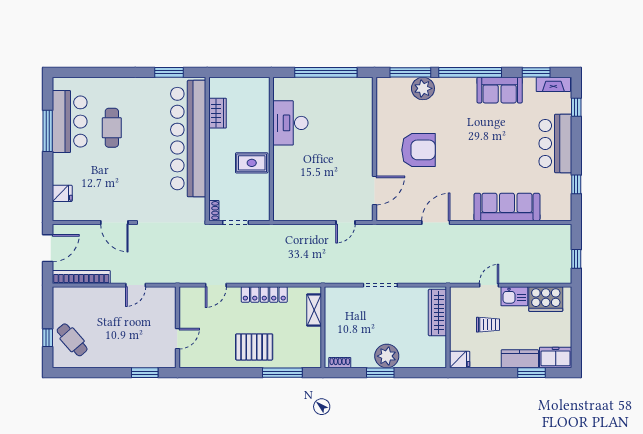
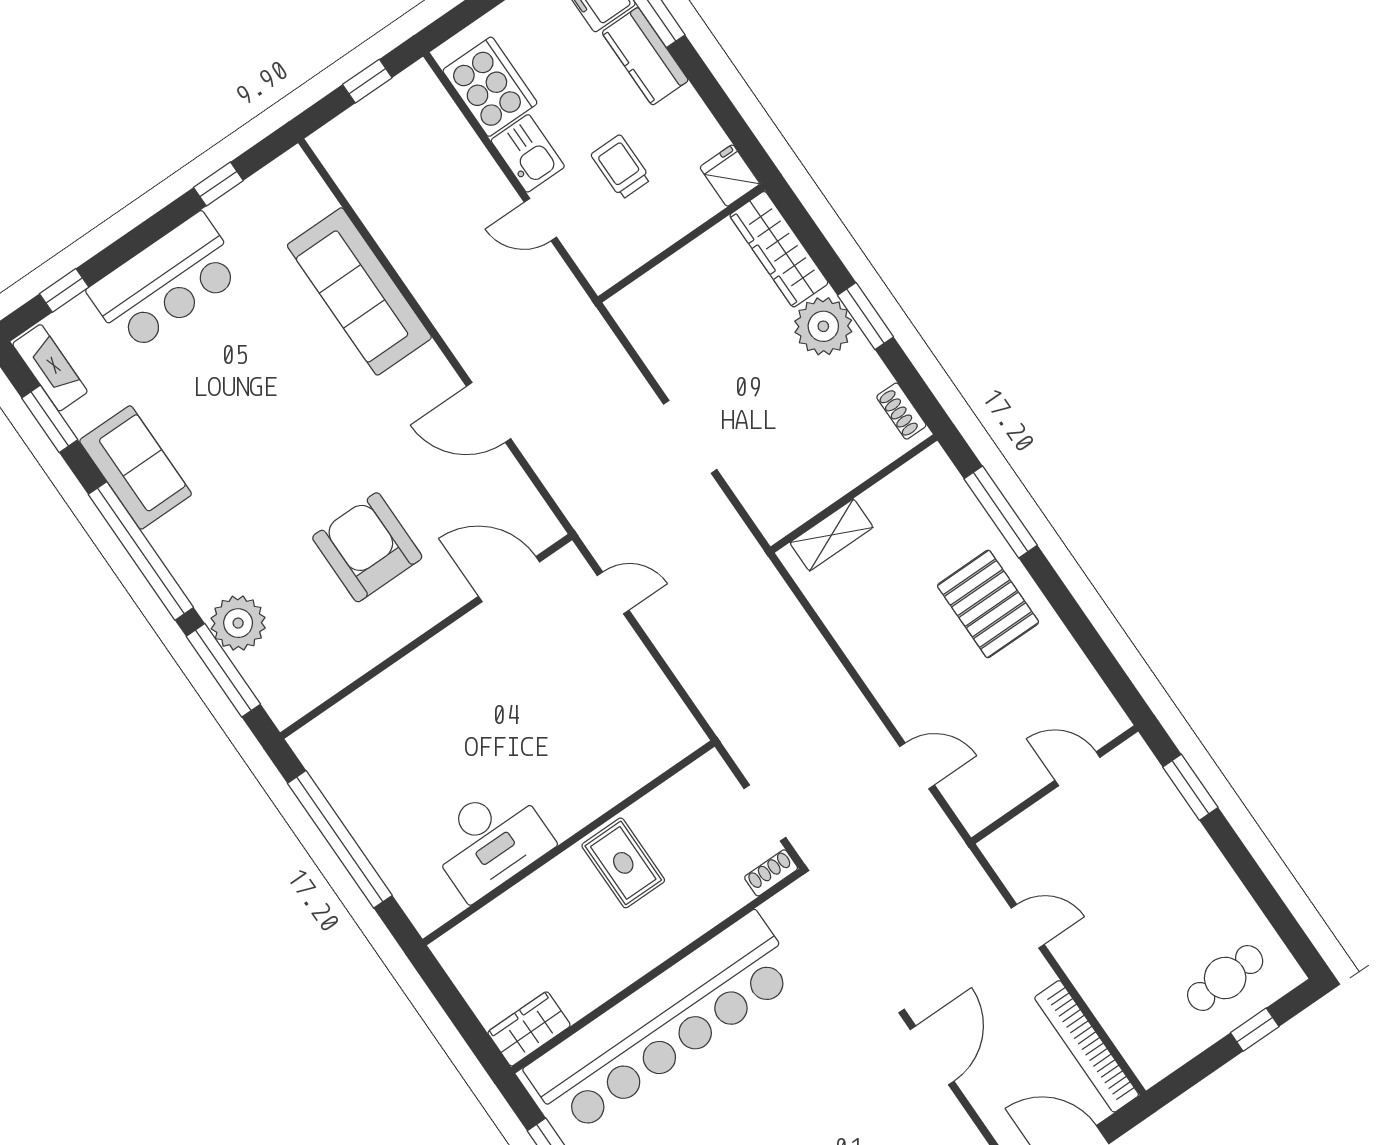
wardrobe: (218, 113) -> (529, 1029), moved
locker: (264, 294) -> (869, 656), removed
wardrobe: (437, 312) -> (779, 249), moved, turned 90
cafe table: (72, 340) -> (1225, 978), turned 38

